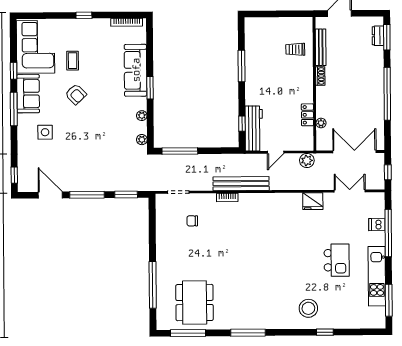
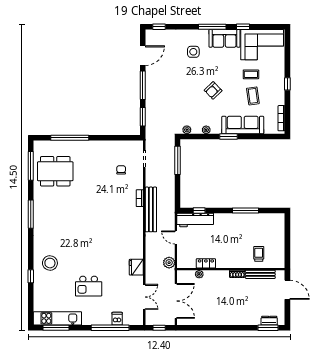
coffee table: (99, 58) -> (253, 96), added
armchair: (76, 94) -> (213, 90), moved
window: (387, 94) -> (222, 328), removed
kitchen unit: (377, 276) -> (57, 318), moved

